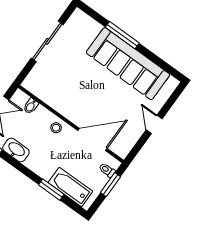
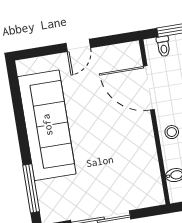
window: (122, 35) -> (31, 188), moved

